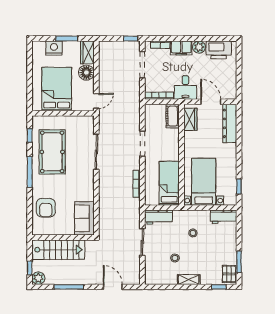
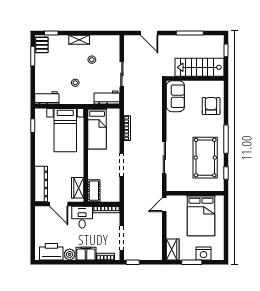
floor lamp: (86, 73) -> (174, 231), removed
plant: (38, 278) -> (218, 41), removed

